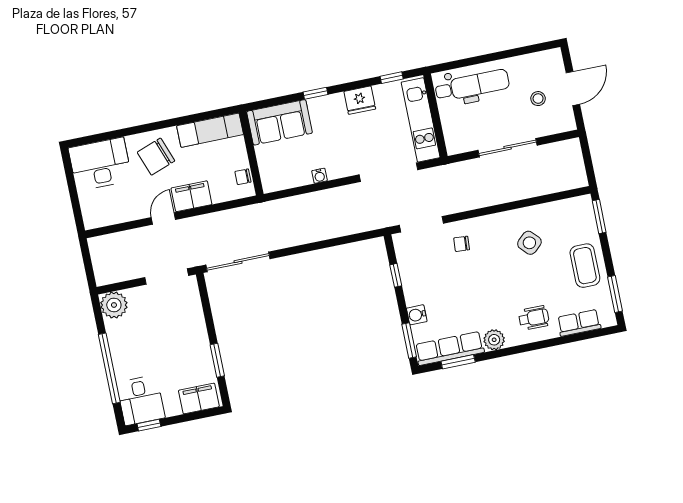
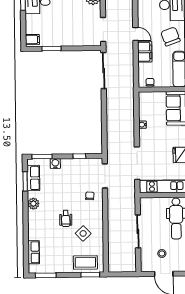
coffee table: (585, 266) -> (85, 262), moved
wheelchair: (534, 318) -> (66, 219), moved
row of seats: (449, 348) -> (33, 178), width x0.68
filing cabinet: (199, 398) -> (32, 40), width x0.50

